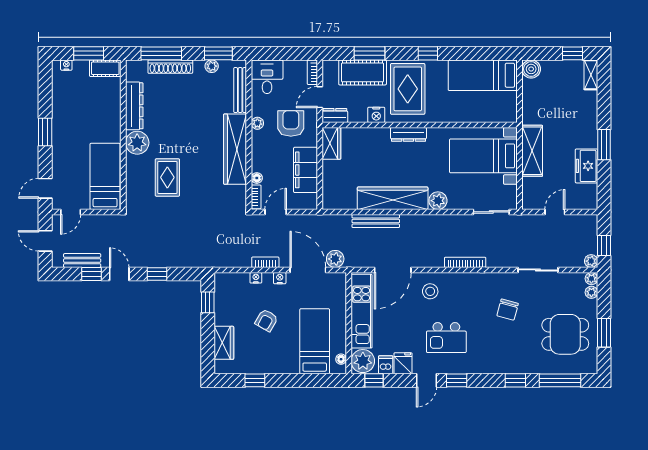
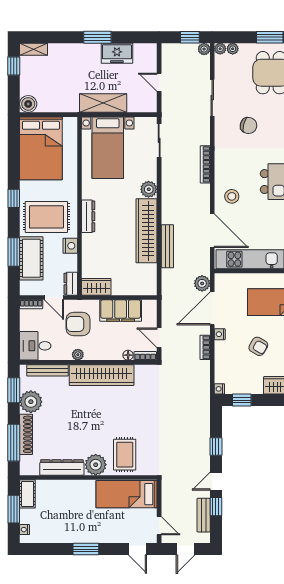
plant: (212, 66) -> (31, 402), width x1.88, depth x1.88
bed: (483, 75) -> (41, 148), width x1.50
rug: (167, 177) -> (125, 455), moved, turned 90
nightstand: (256, 278) -> (219, 389), moved

